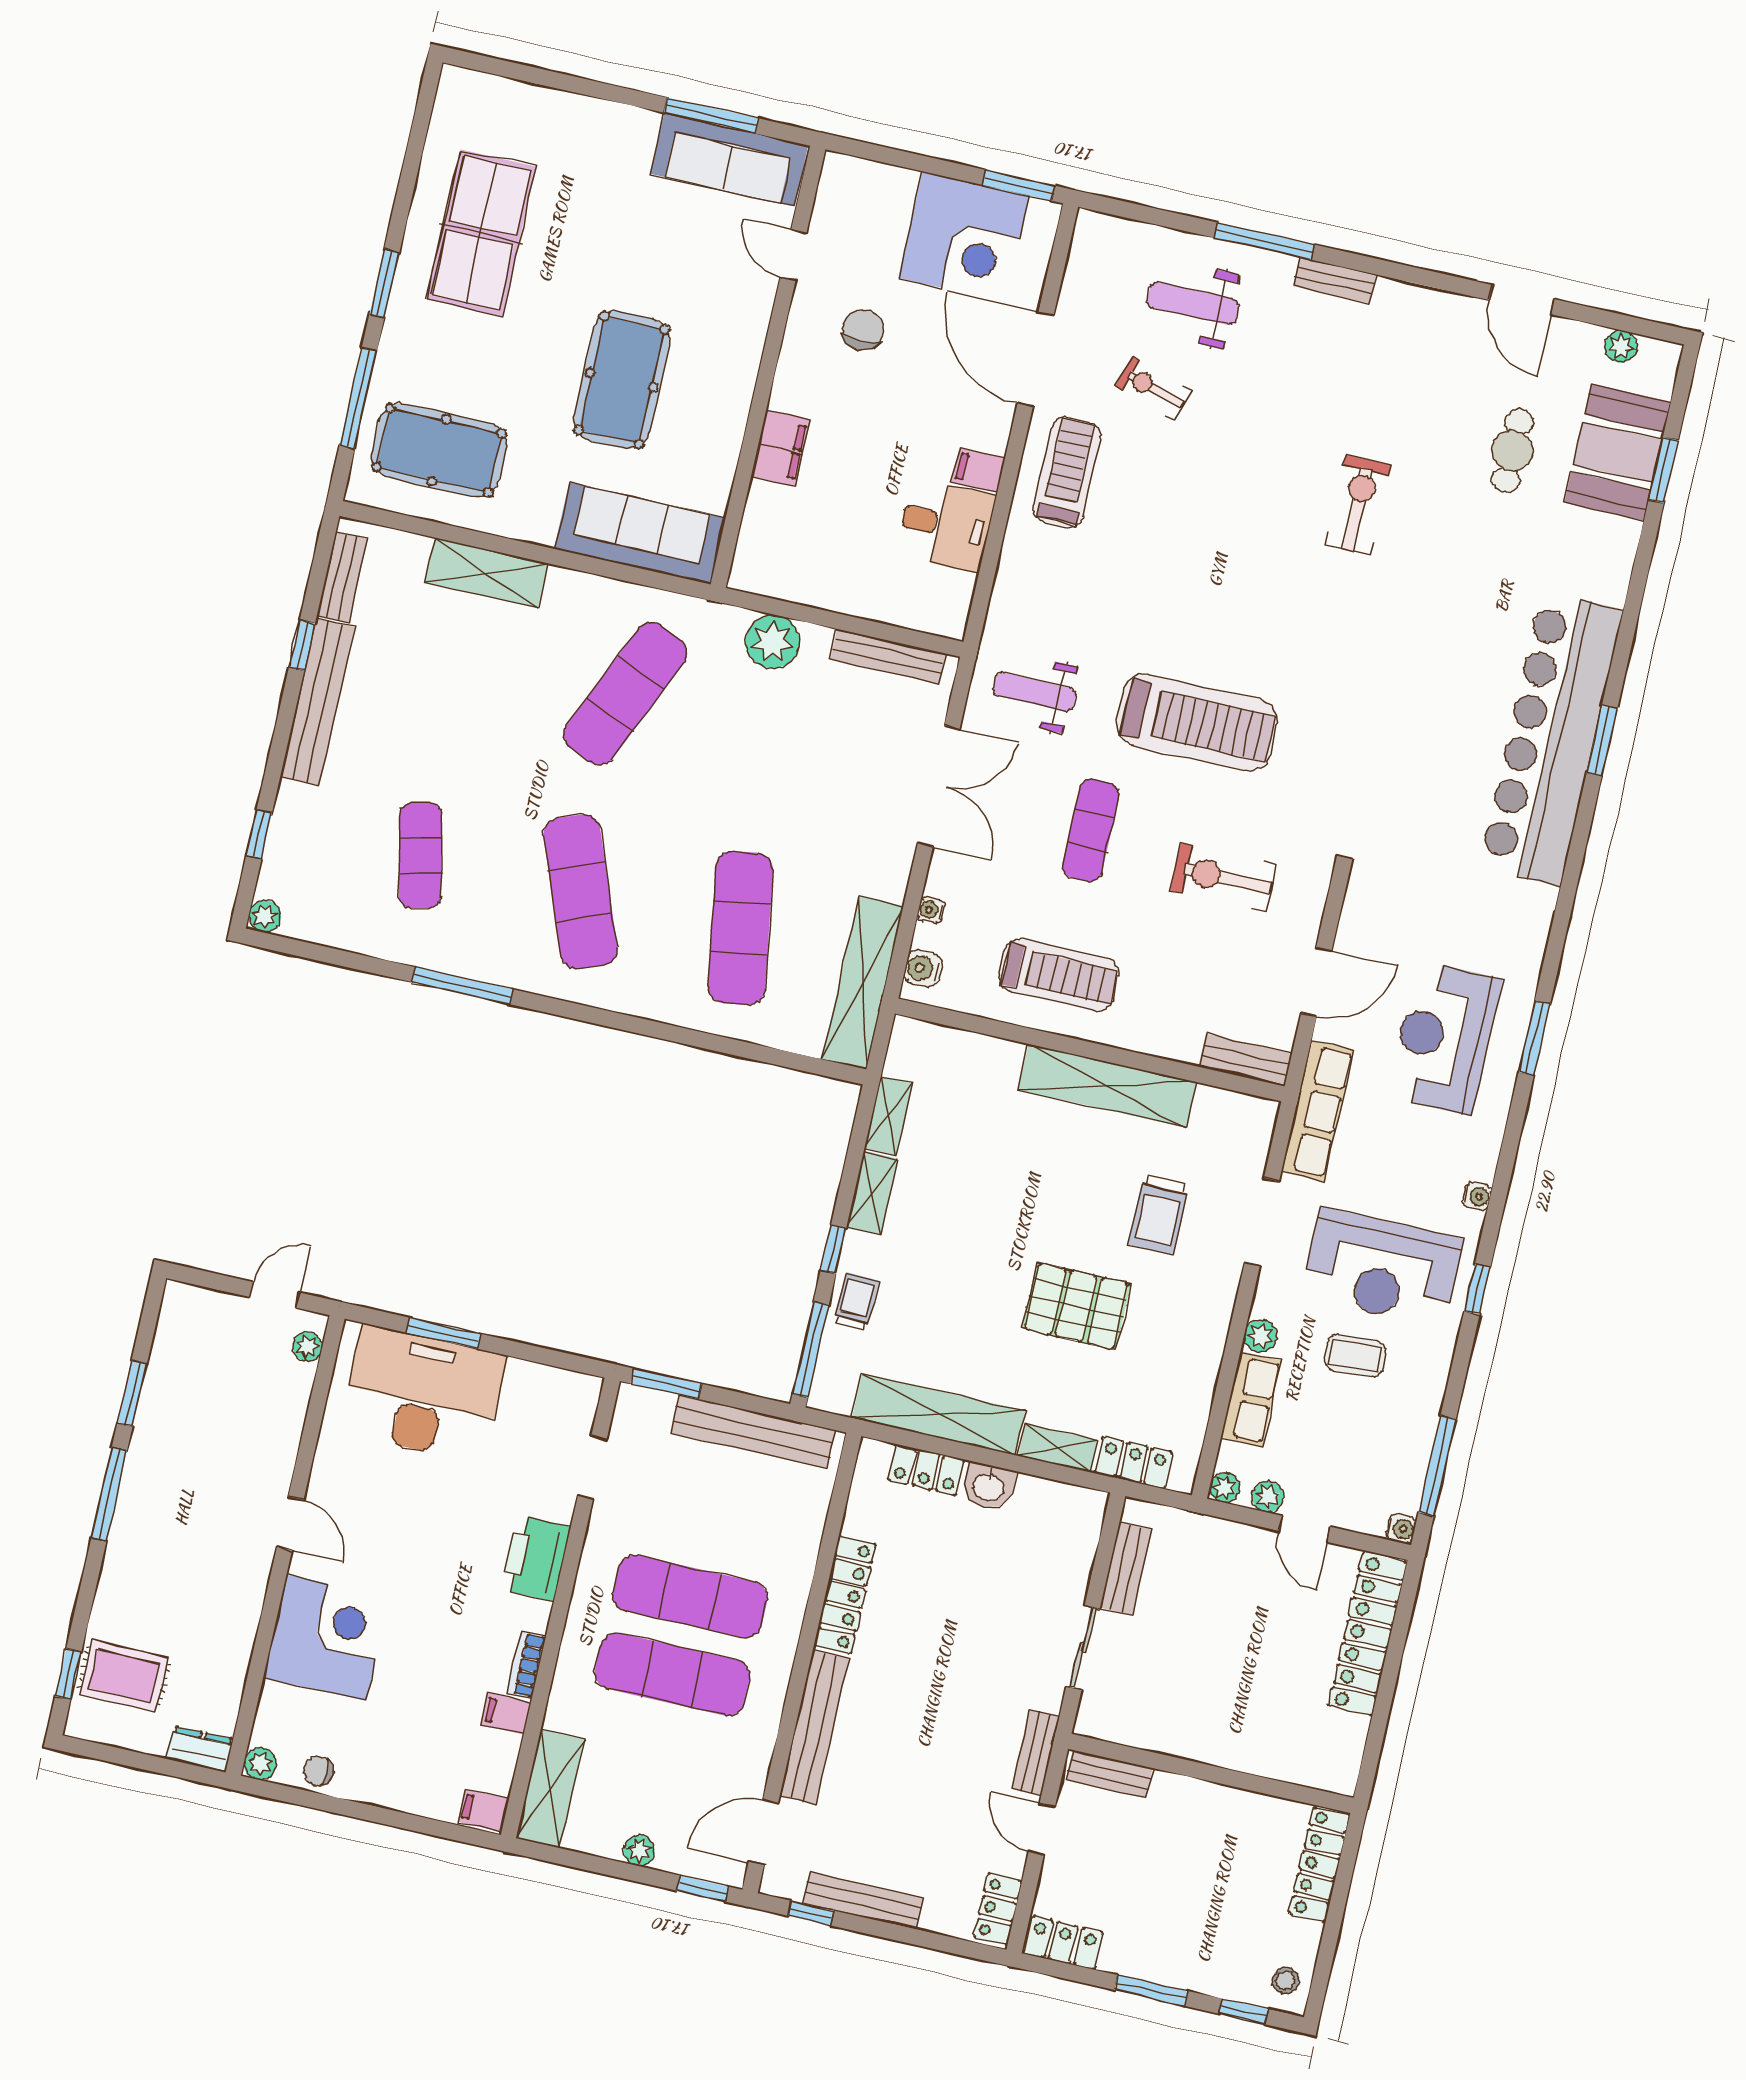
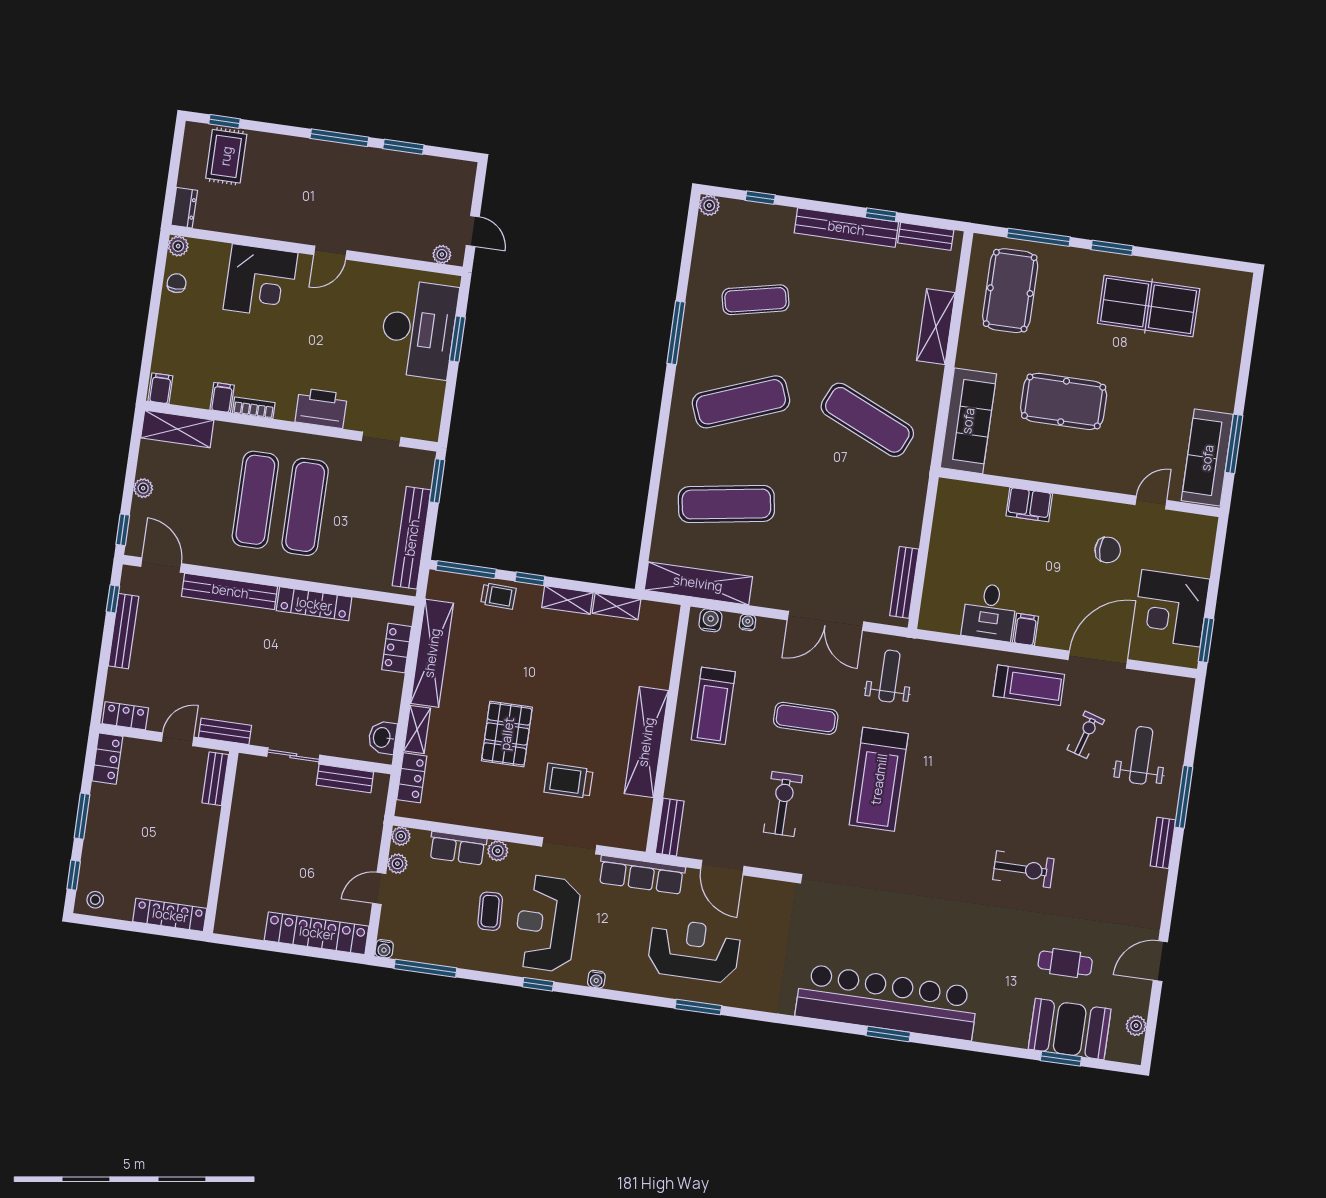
plant: (773, 642) -> (907, 509), removed
washbasin: (989, 1486) -> (382, 738), moved

